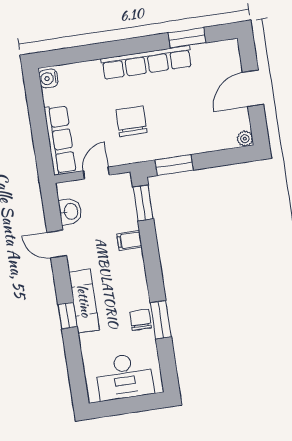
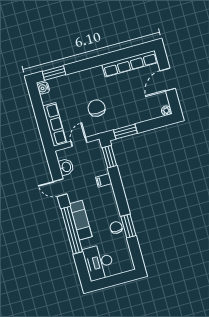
window: (187, 38) -> (54, 73), moved
row of seats: (147, 62) -> (130, 64), moved
window: (68, 316) -> (72, 230), width x3.17
desk: (124, 376) -> (99, 262), moved, turned 90

